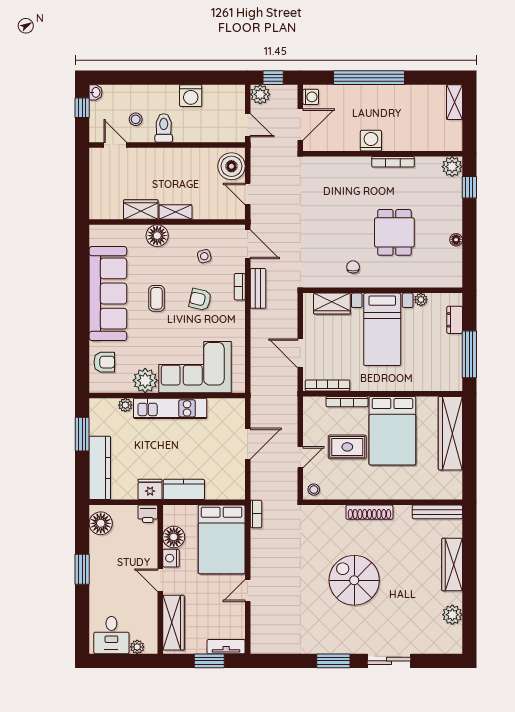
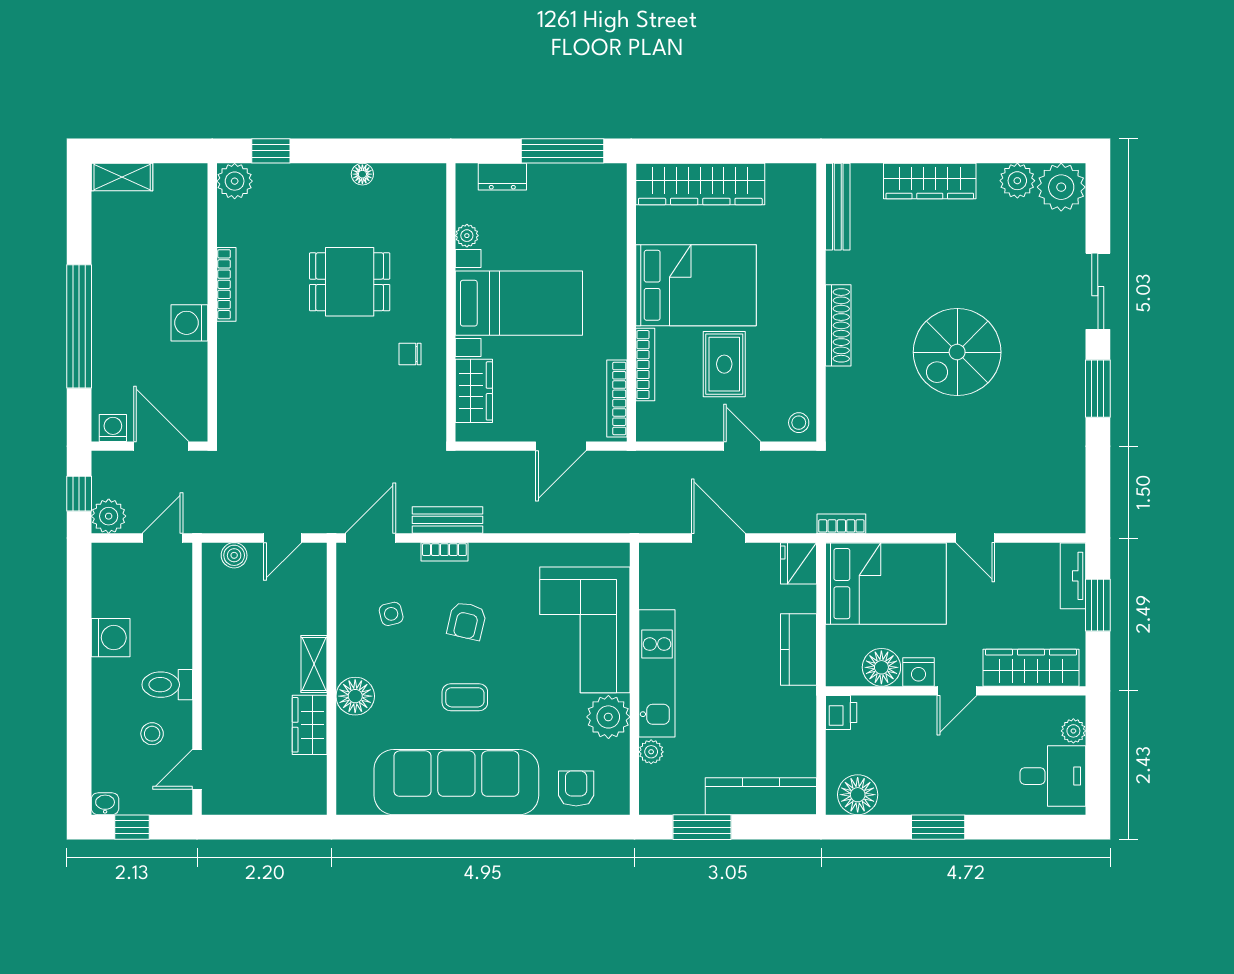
boiler: (231, 166) -> (234, 555), width x0.54, depth x0.54
fridge: (150, 489) -> (799, 563), moved
plant: (449, 640) -> (1061, 187), added

